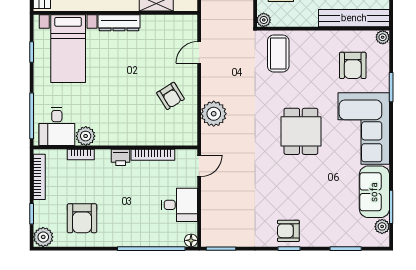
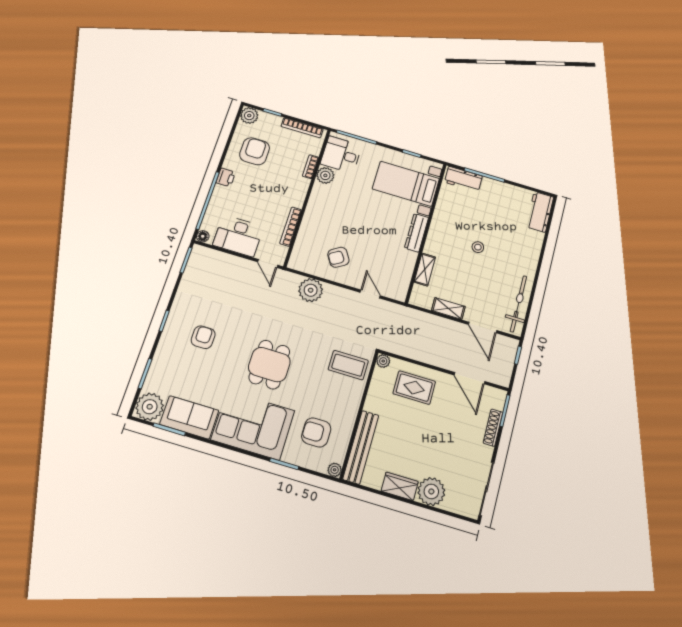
dining table: (301, 131) -> (269, 365), turned 90
printer: (121, 157) -> (226, 177), moved, turned 180
desk: (179, 205) -> (238, 236), width x1.37
armchair: (82, 218) -> (255, 151), turned 90
plant: (382, 226) -> (150, 407), width x1.87, depth x1.87
armchair: (288, 231) -> (203, 337), moved

